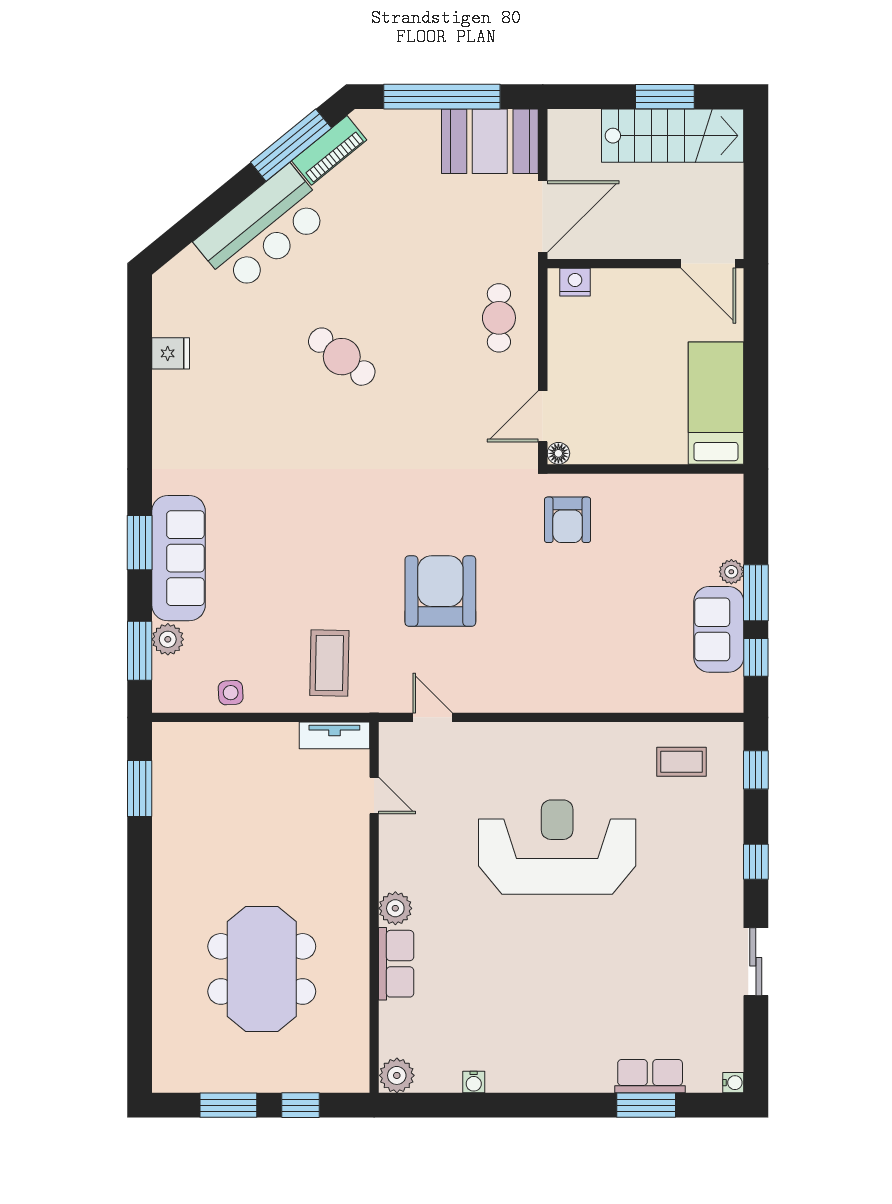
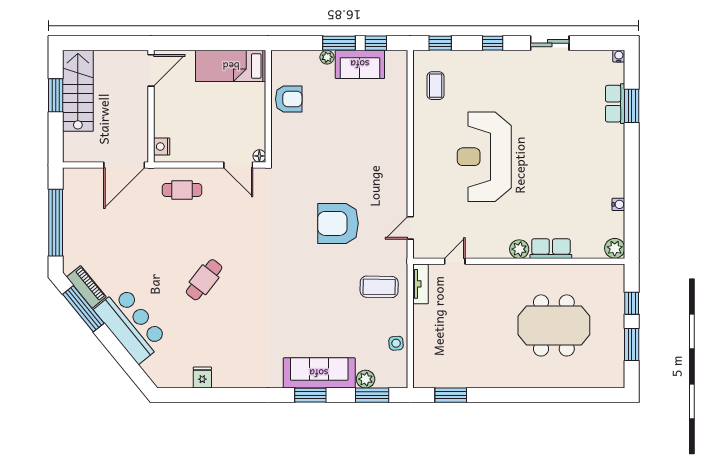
booth: (490, 141) -> (81, 195), removed
door: (543, 217) -> (124, 165), swing flipped
armchair: (568, 520) -> (289, 99), moved

